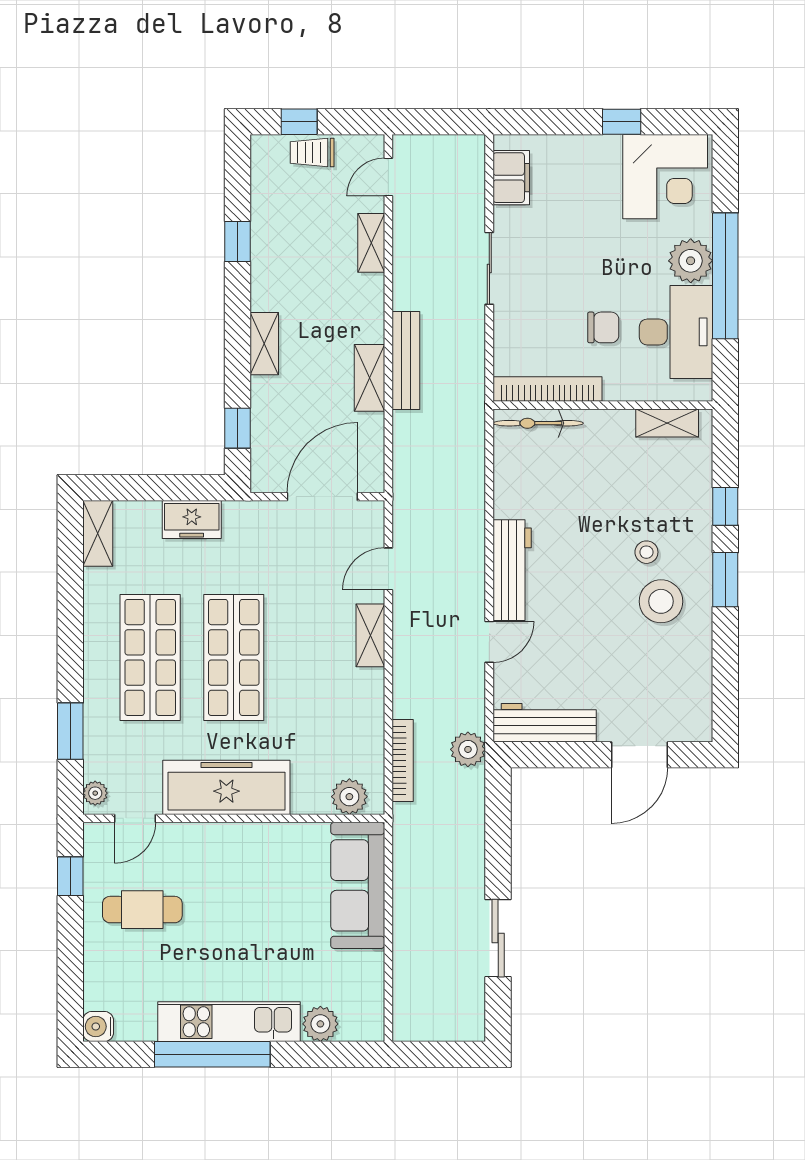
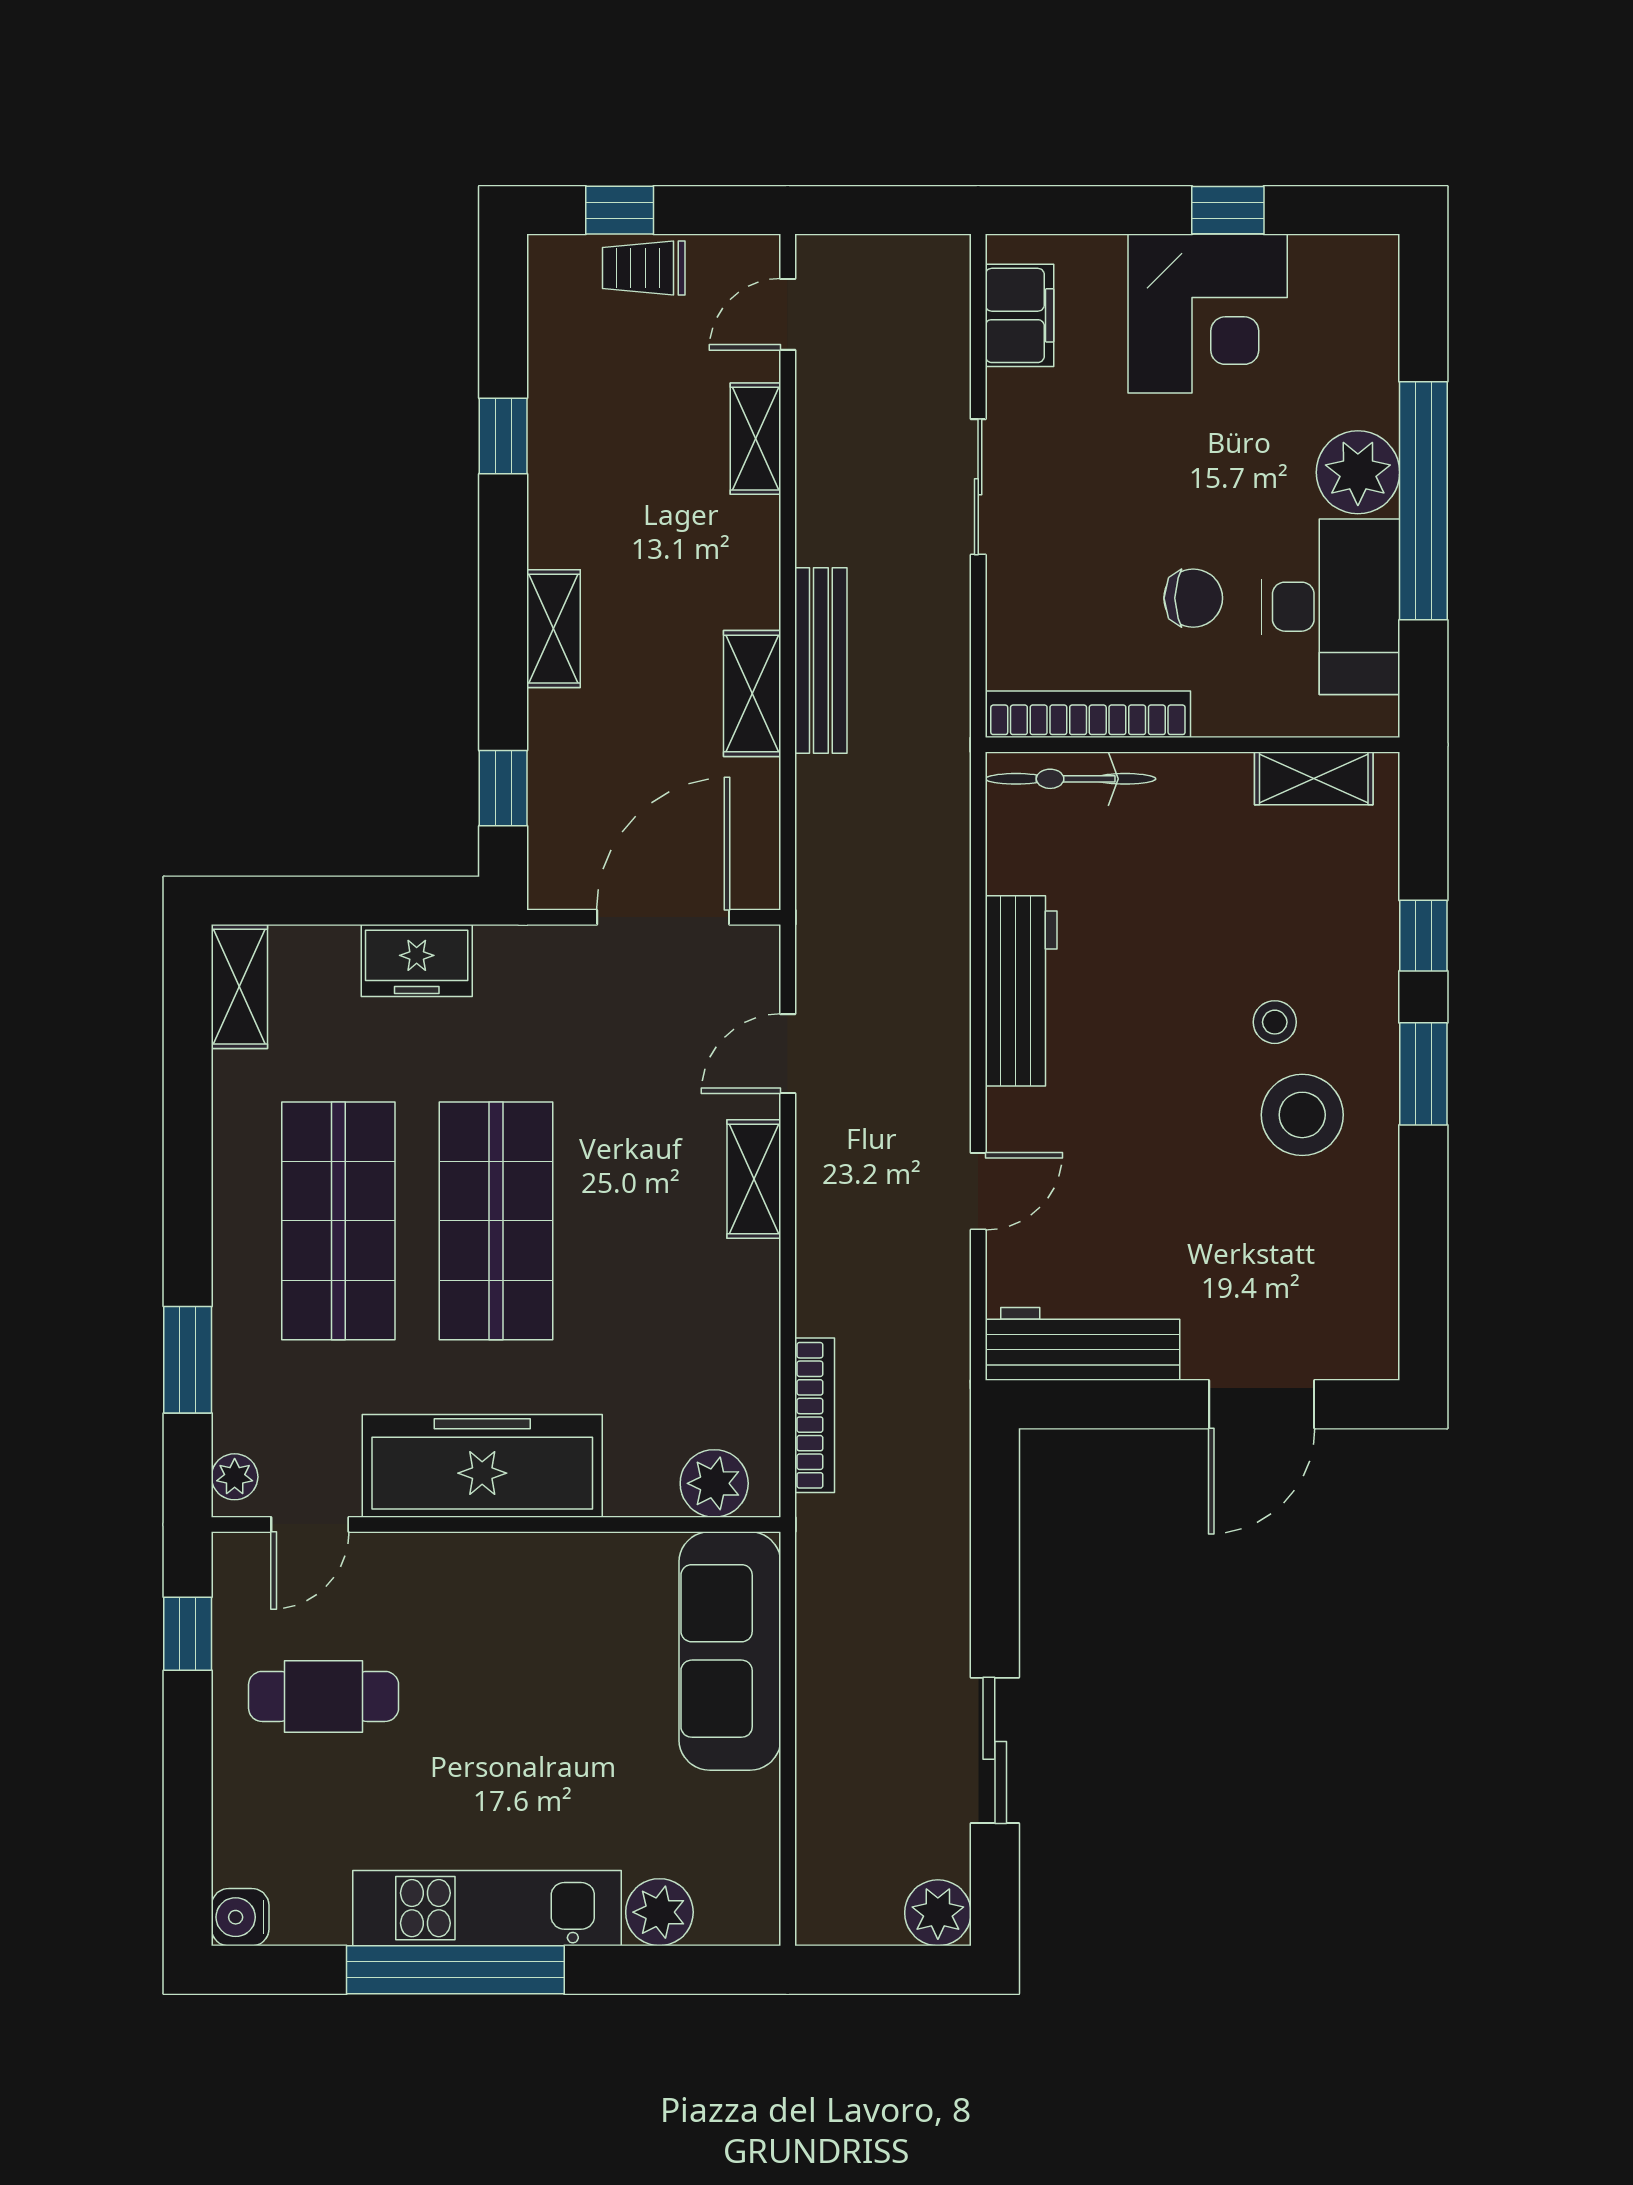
corner desk: (665, 177) -> (1208, 314), moved
workbench: (512, 570) -> (1021, 991), moved
plant: (468, 749) -> (938, 1913), moved

